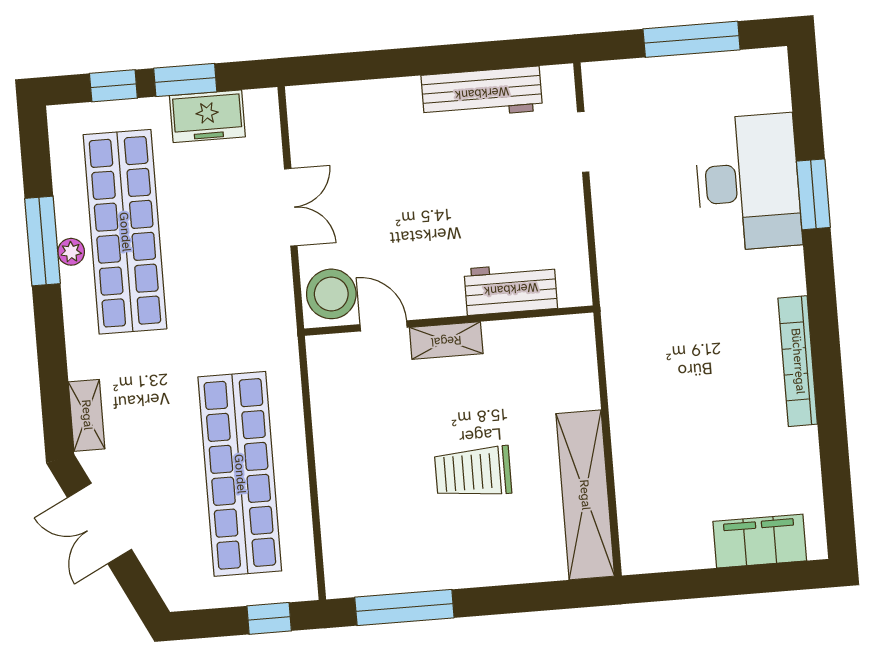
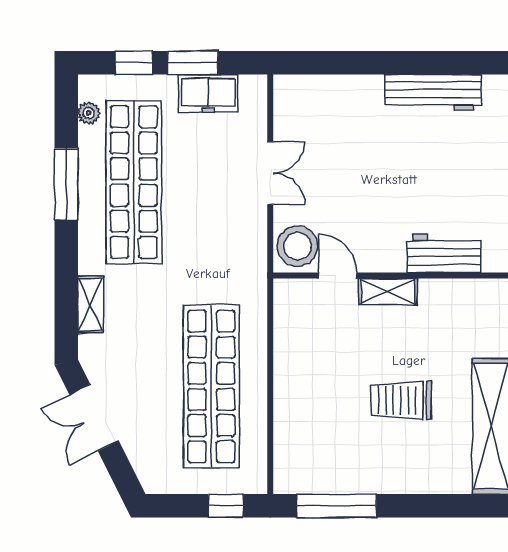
plant: (71, 252) -> (89, 113), moved
shelving: (87, 415) -> (91, 304), moved

